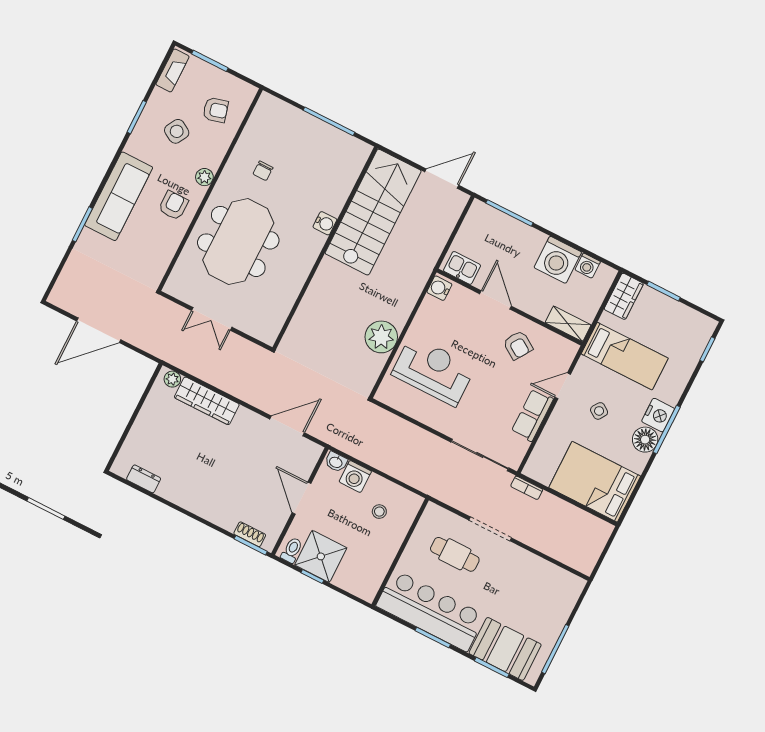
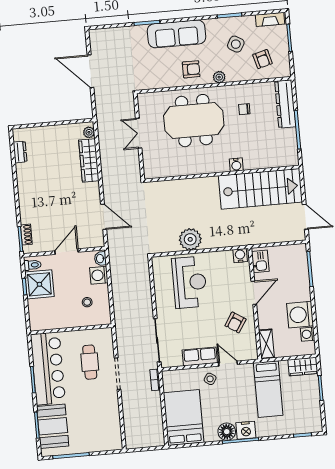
dresser: (288, 117) -> (285, 104), added
side table: (599, 411) -> (210, 379), moved

